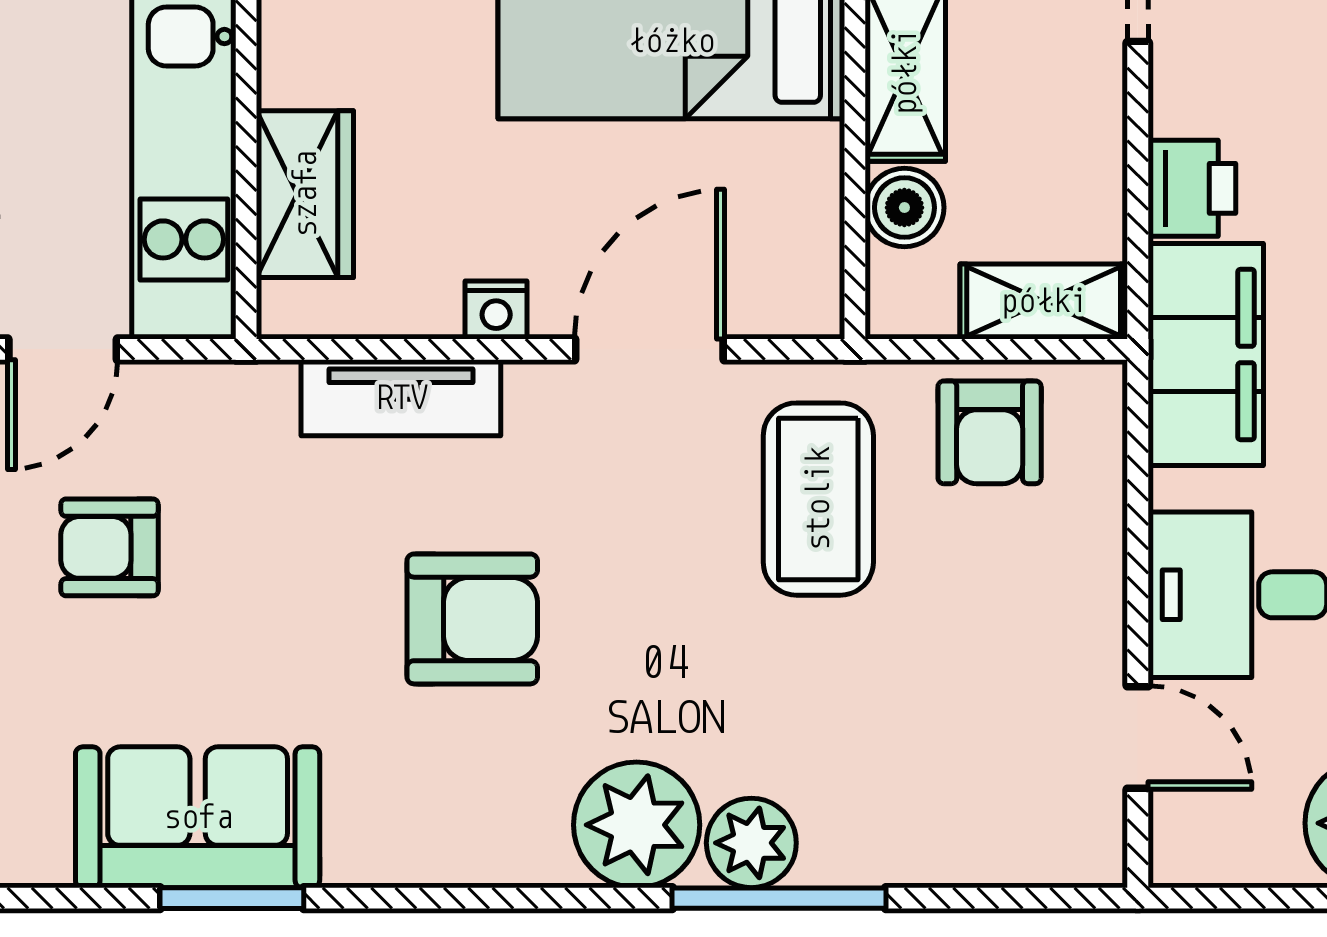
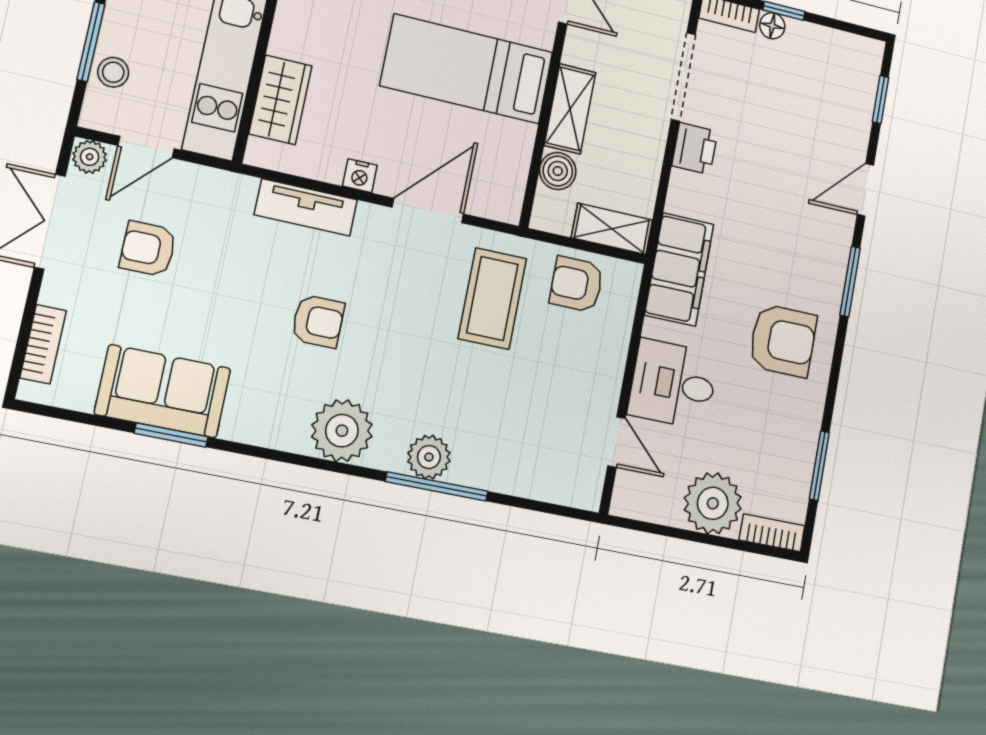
printer: (1192, 188) -> (695, 149), moved
armchair: (990, 432) -> (576, 284), turned 90
armchair: (472, 619) -> (318, 321), width x0.72, depth x0.72
plant: (637, 825) -> (342, 431), moved

